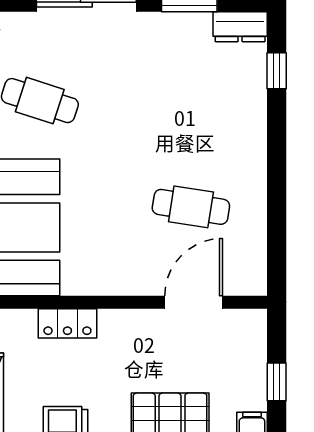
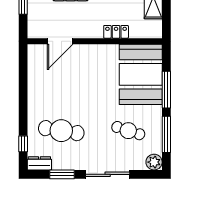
cafe table: (191, 207) -> (61, 131), moved, width x1.37, depth x1.35

